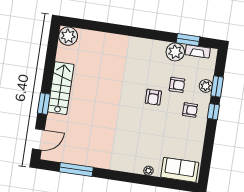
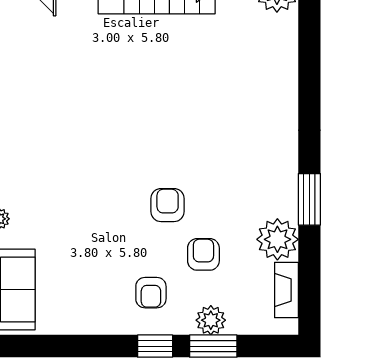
window: (188, 40) -> (309, 199), moved
armchair: (177, 85) -> (203, 254), turned 180
armchair: (153, 97) -> (168, 205), turned 90

